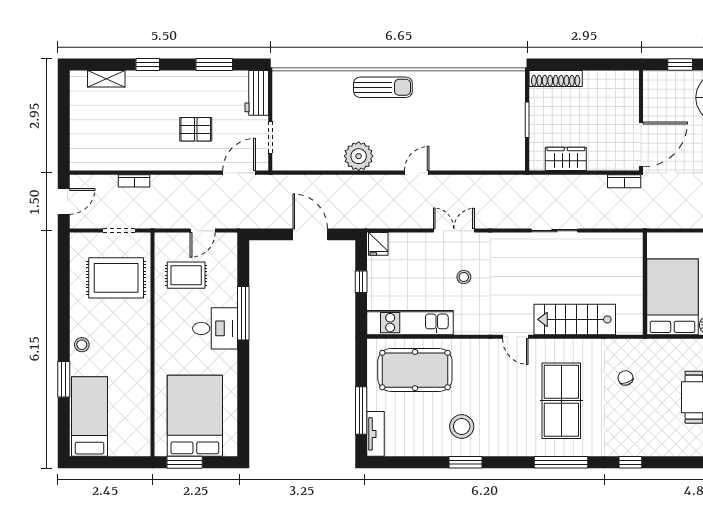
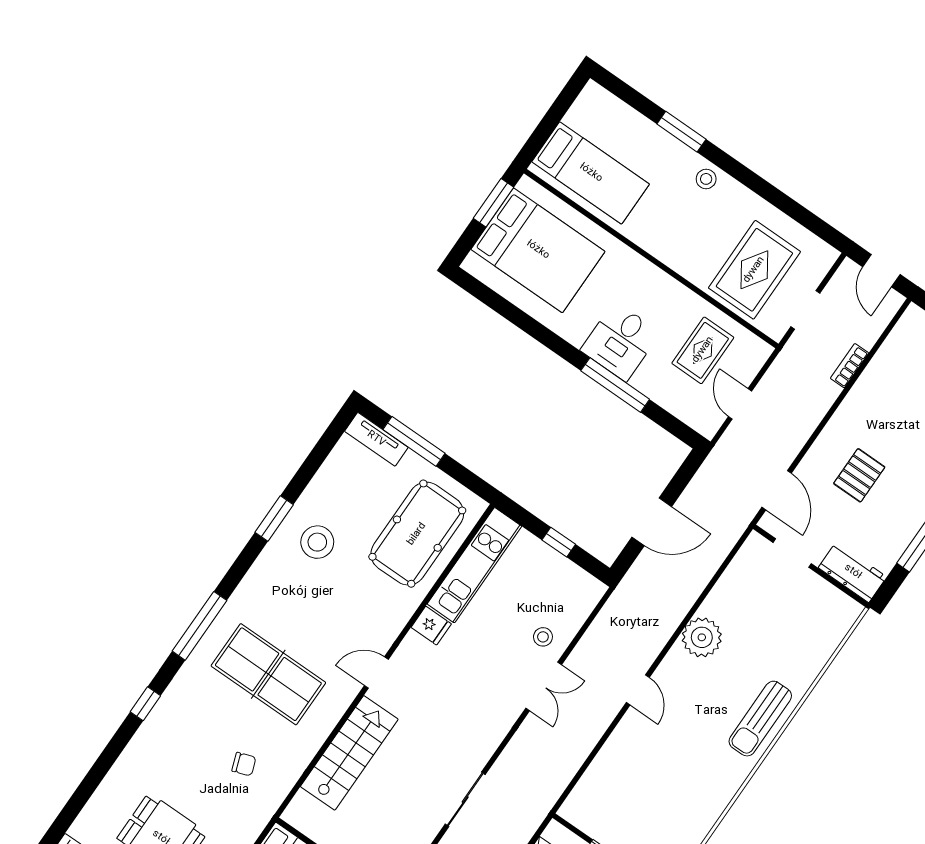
fridge: (378, 244) -> (431, 626), moved, turned 180
stool: (464, 277) -> (543, 637), moved
bed: (90, 416) -> (591, 173), moved

